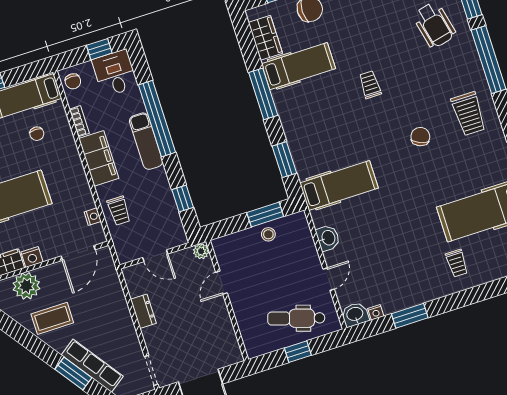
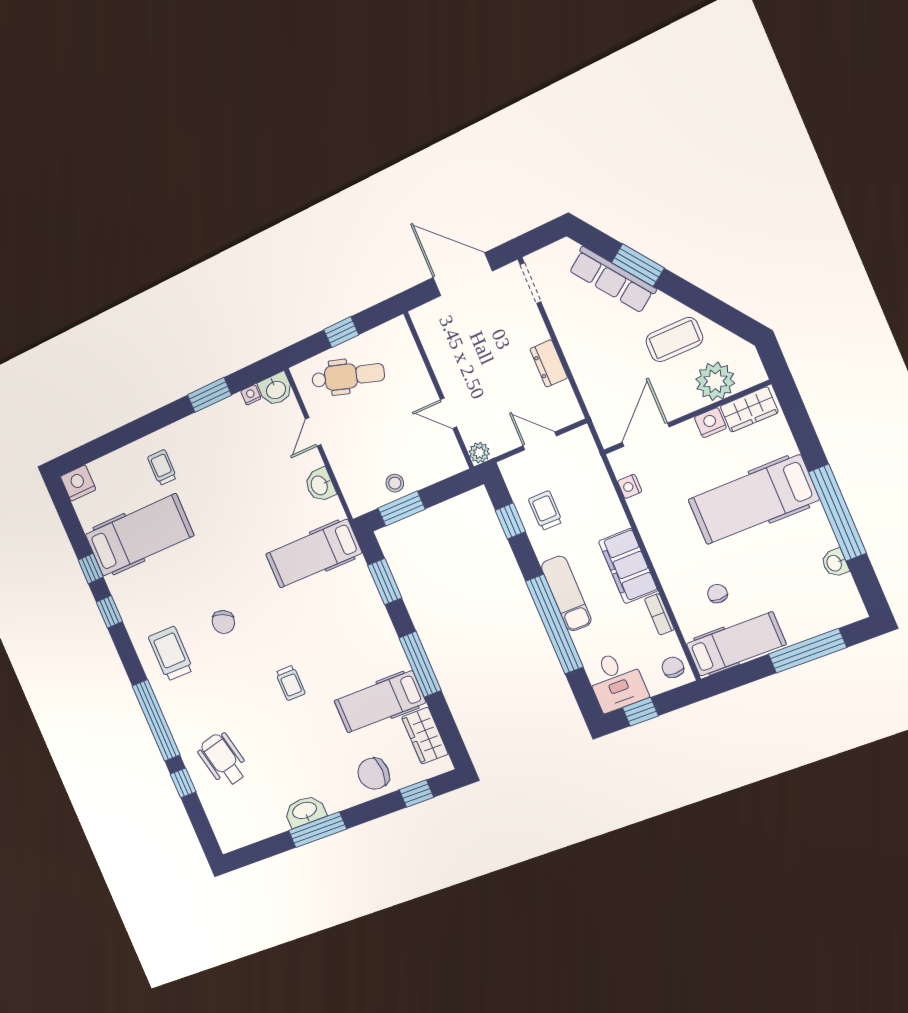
trolley: (119, 211) -> (545, 511), moved
door: (221, 283) -> (449, 413), swing flipped

